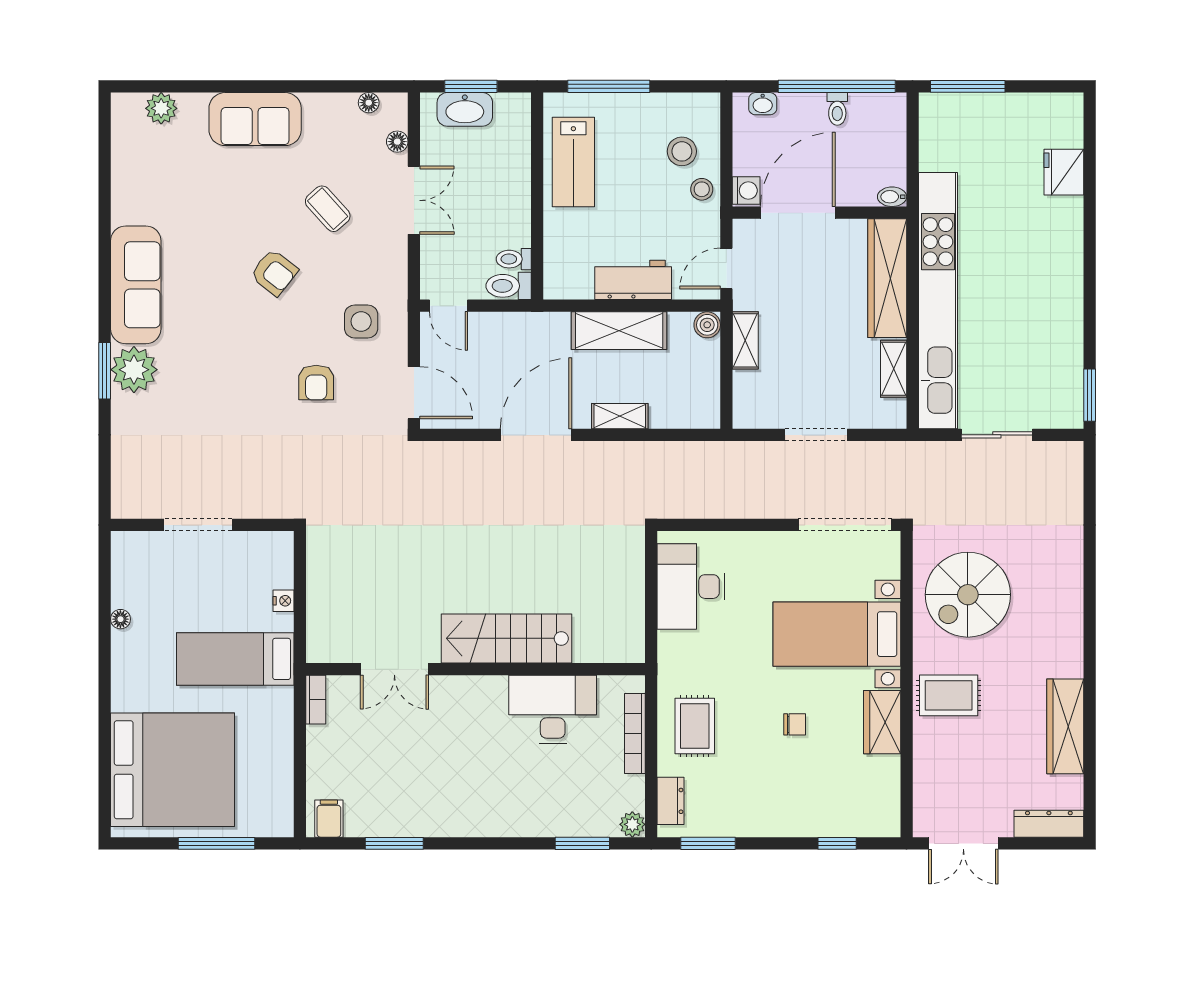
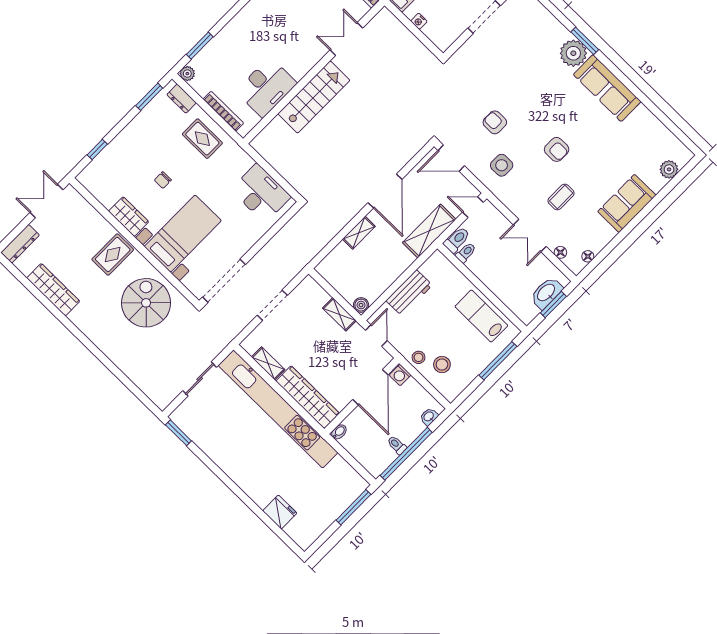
coffee table: (328, 209) -> (561, 197), turned -48
armchair: (274, 273) -> (557, 149), turned -128
shelving: (619, 331) -> (429, 231), moved

